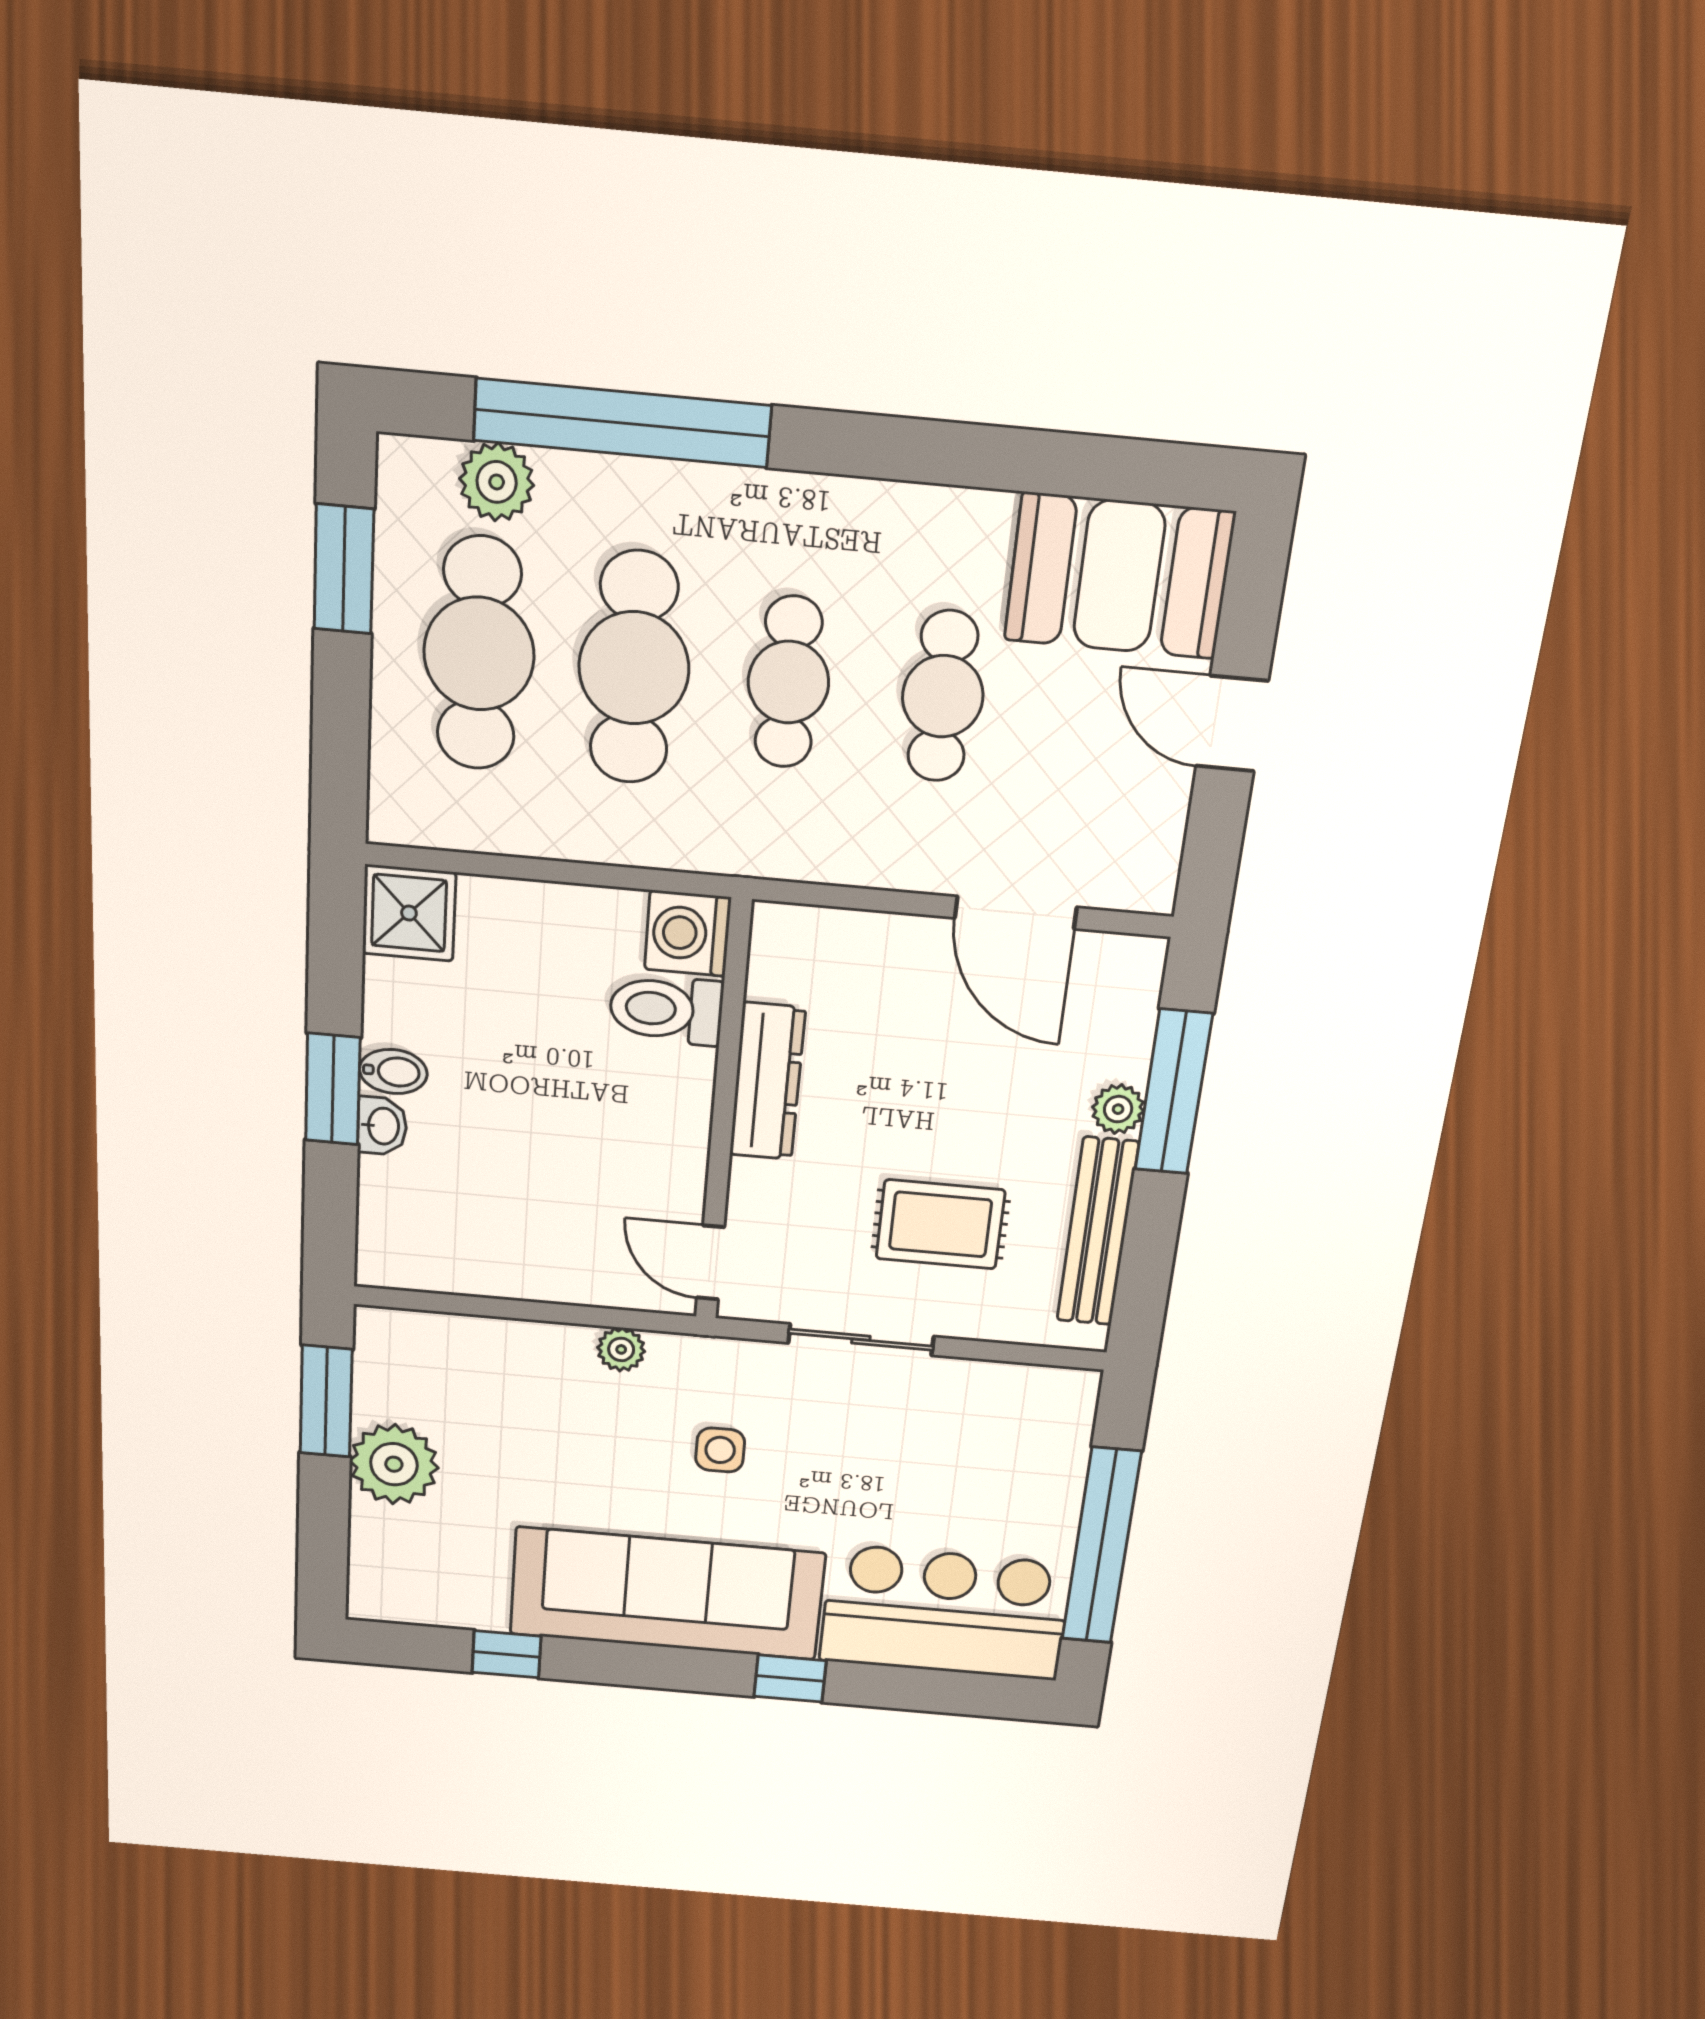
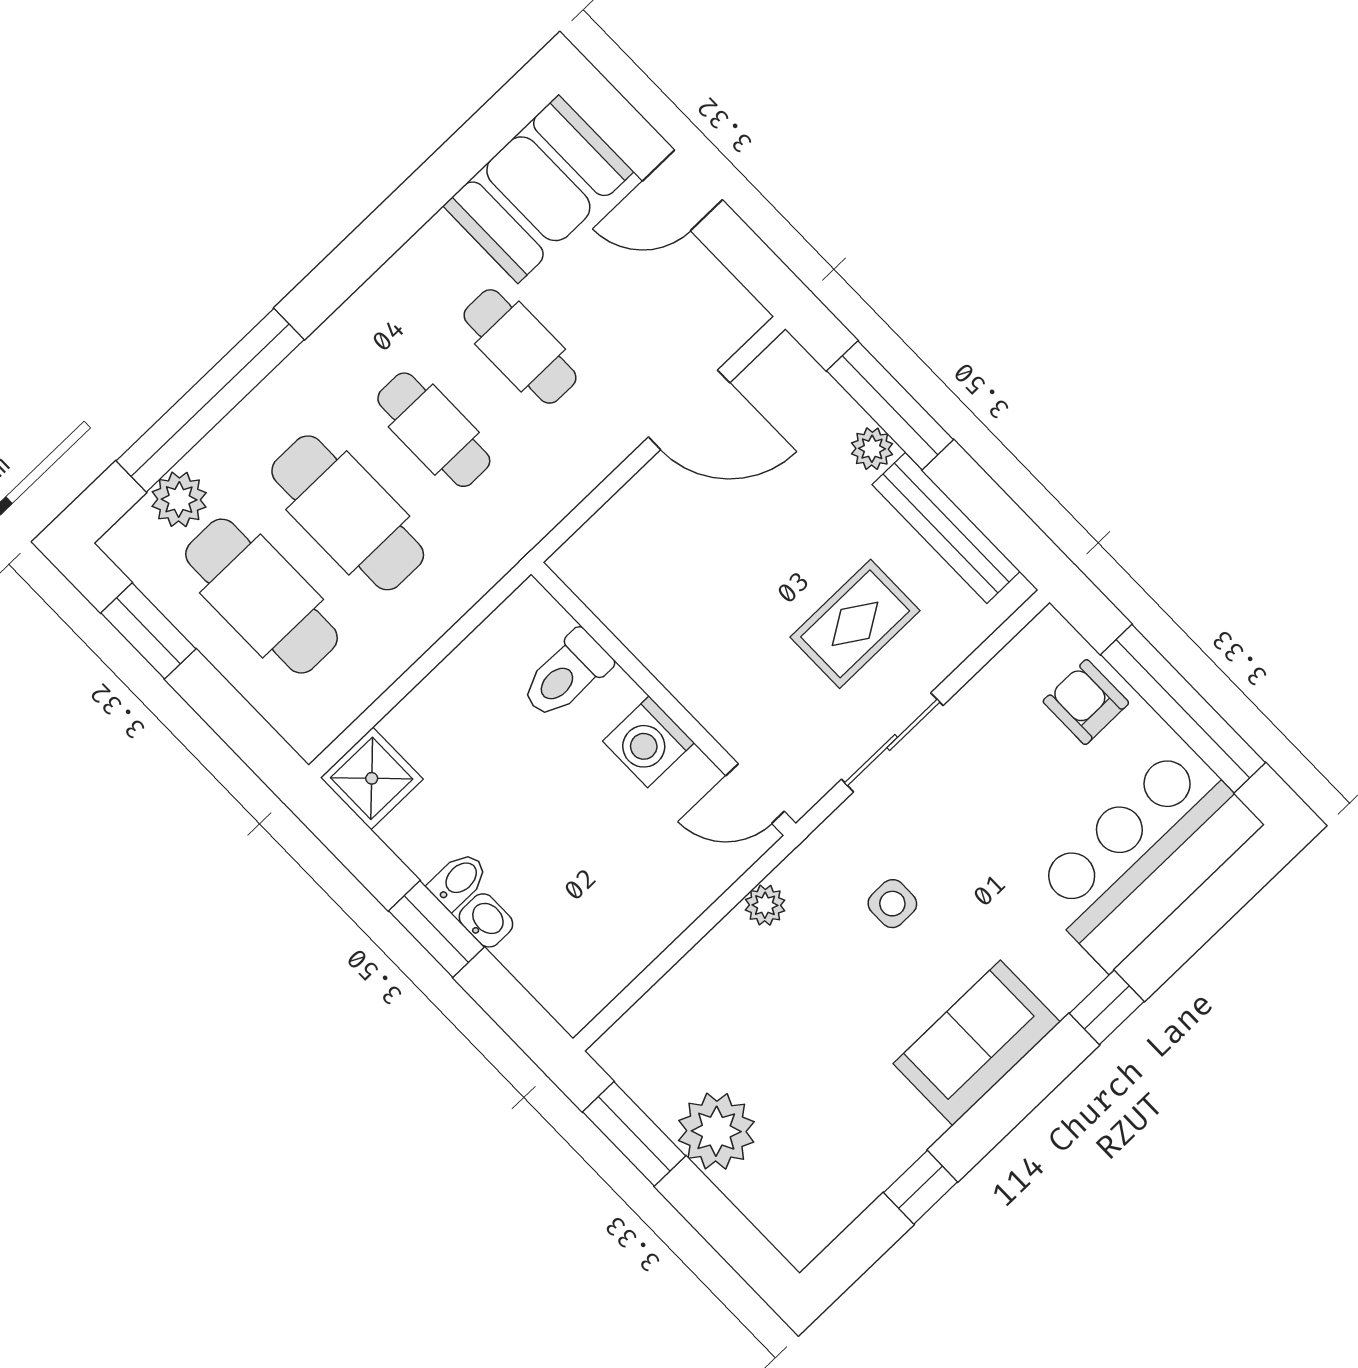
washing machine: (688, 933) -> (648, 742), moved
dresser: (767, 1081) -> (666, 652), removed
armchair: (1039, 1467) -> (1086, 702), added
sofa: (667, 1594) -> (977, 1043), width x0.54, depth x0.79

